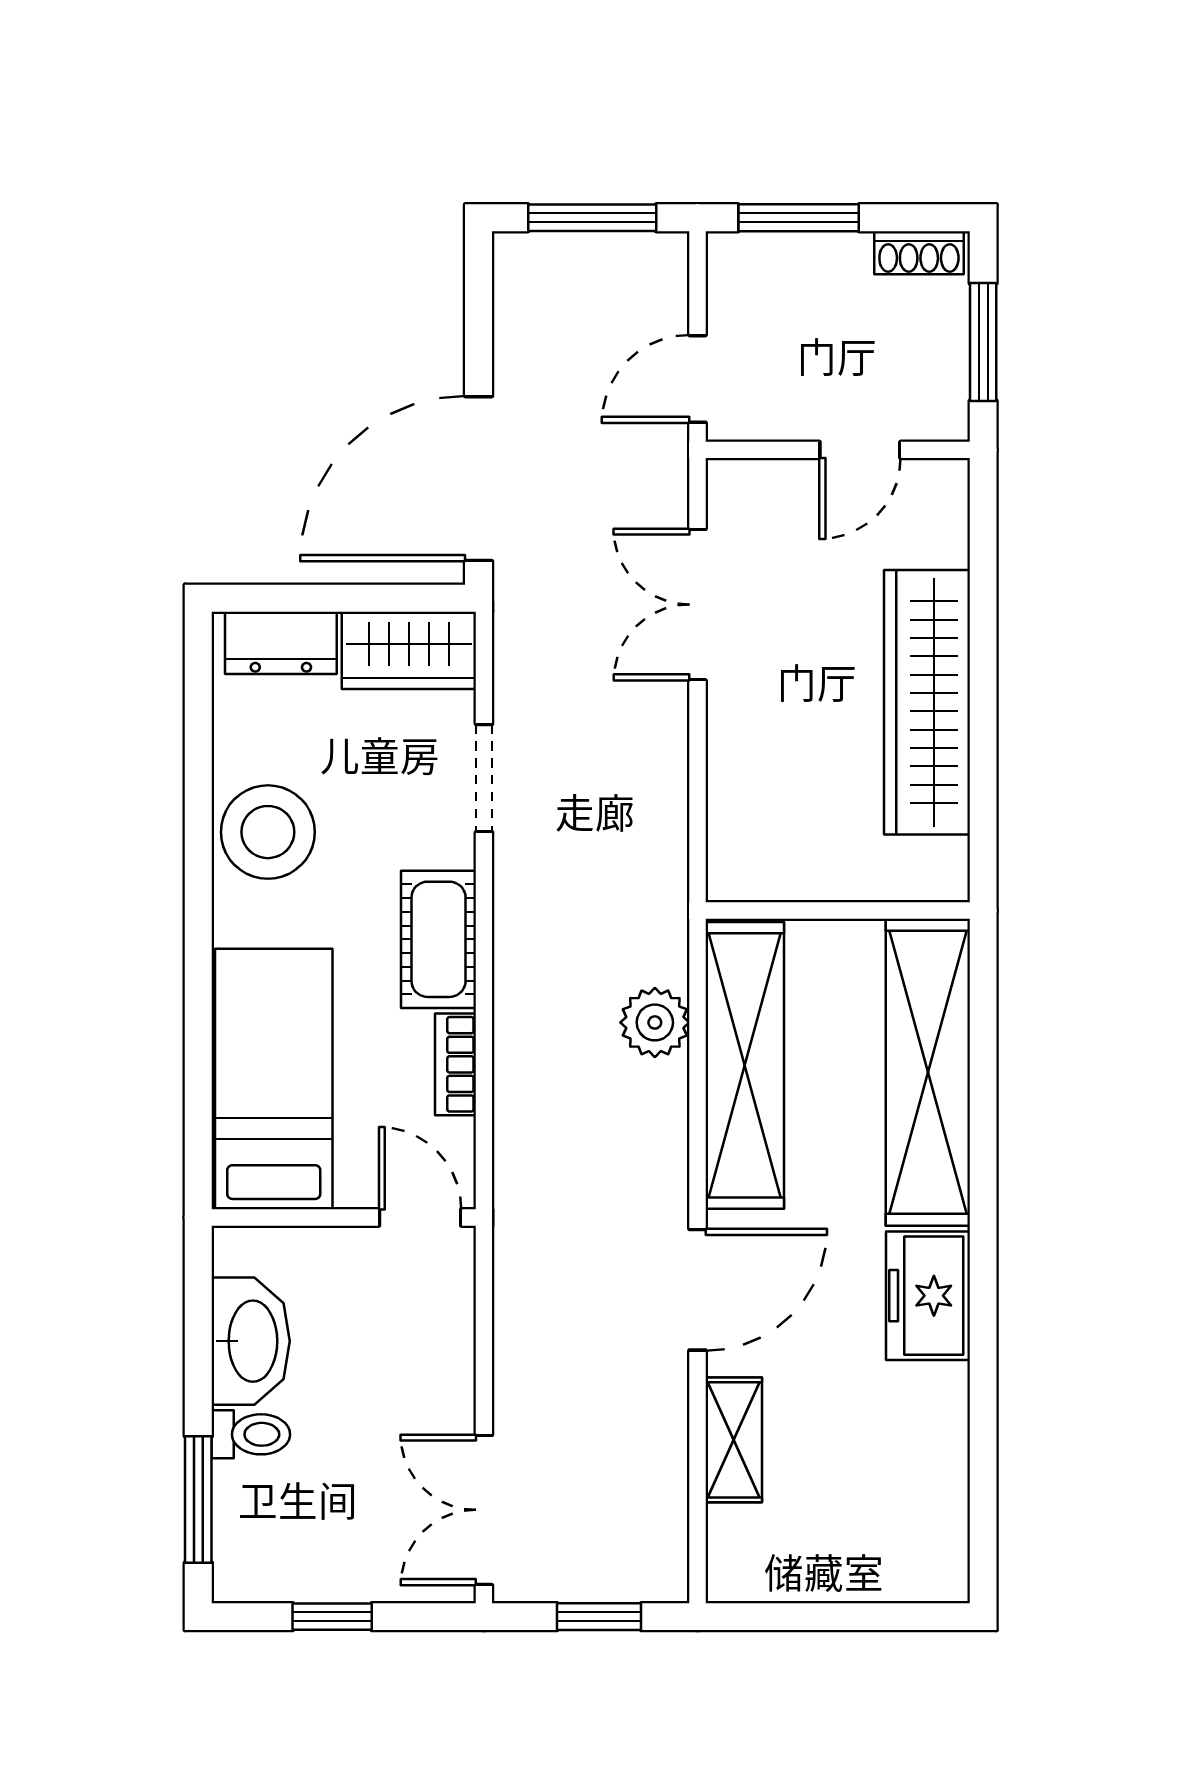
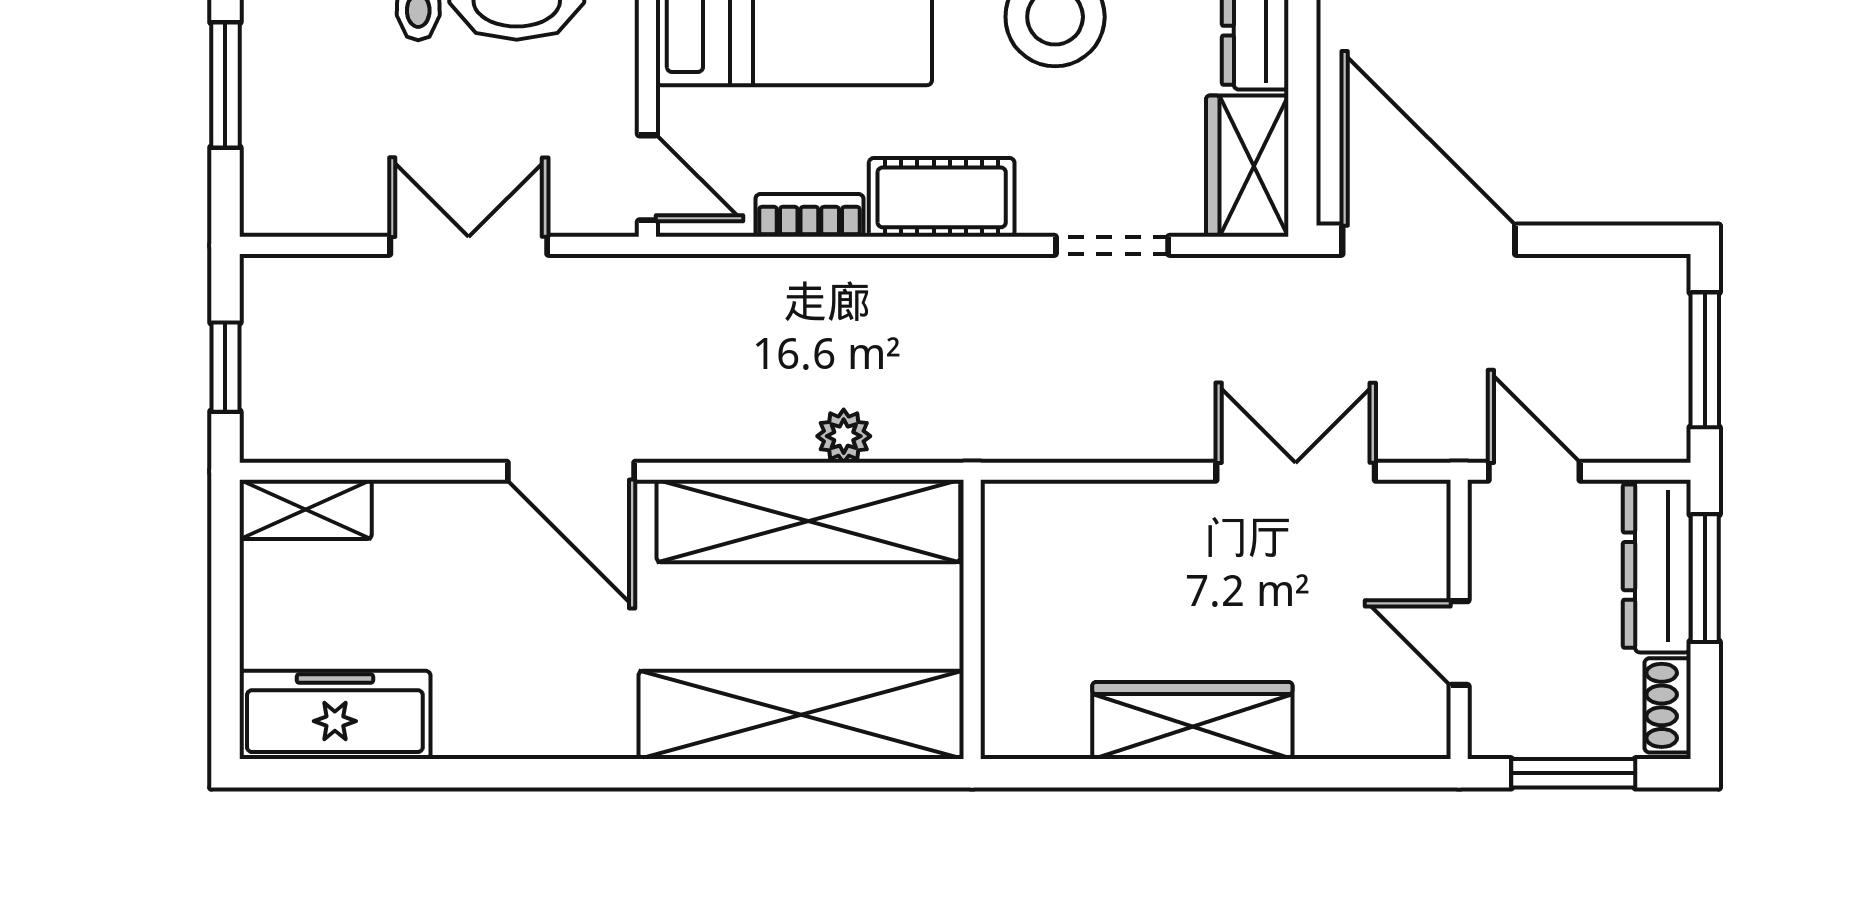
dresser: (787, 263) -> (1657, 566), added
wardrobe: (927, 702) -> (1192, 721), width x0.71, depth x0.85
plant: (655, 1022) -> (844, 436), width x0.73, depth x0.73
door: (420, 1217) -> (647, 178), hinge flipped
freezer: (928, 1296) -> (335, 715), moved, width x1.40
shelving: (734, 1440) -> (306, 509), moved
double door: (484, 1510) -> (469, 245), moved
window: (332, 1617) -> (225, 85), width x1.50

